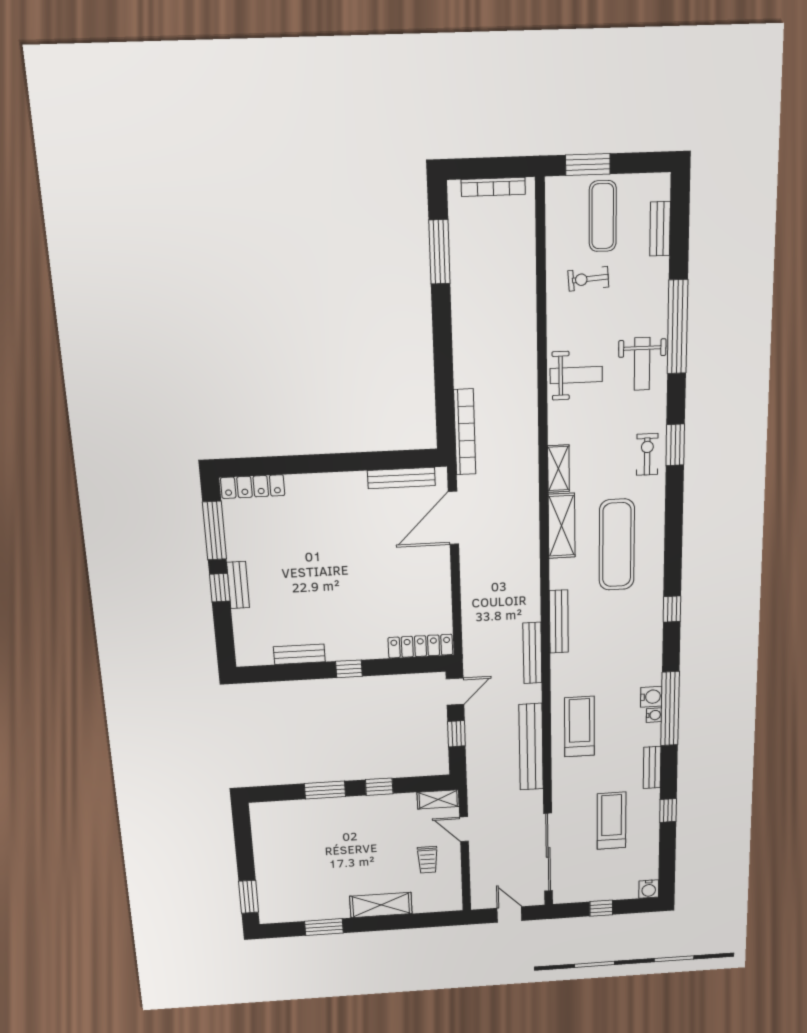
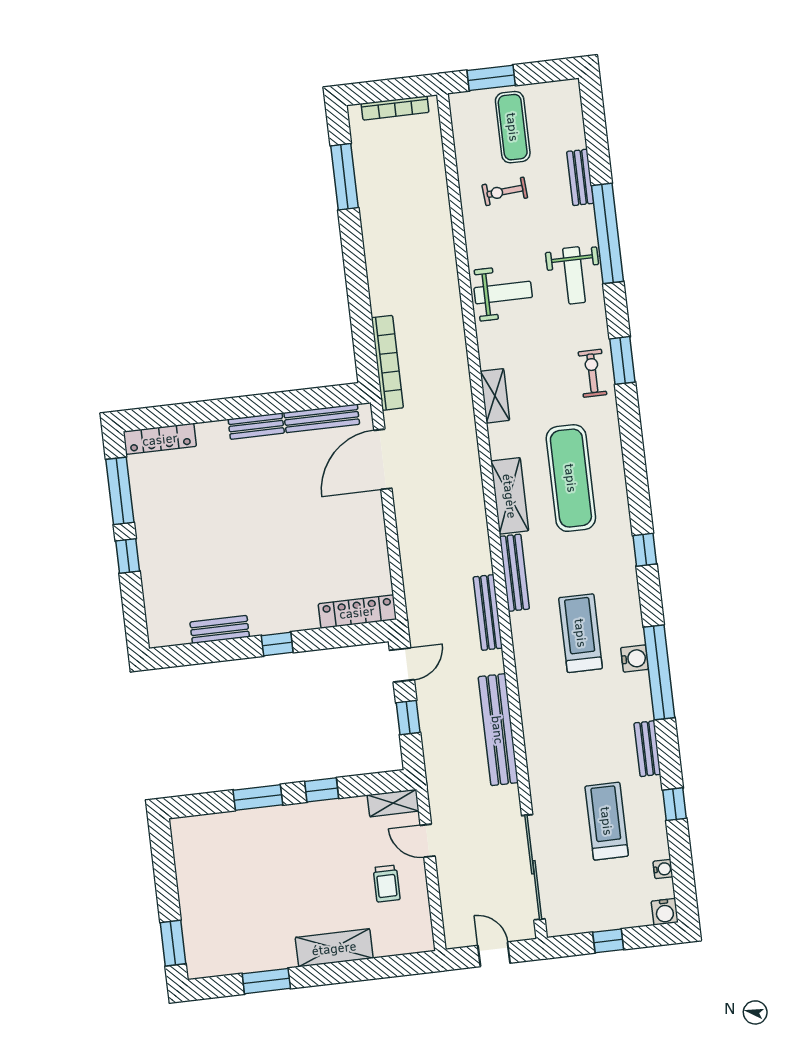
bench: (660, 229) -> (580, 177), moved
shelving: (562, 526) -> (510, 496), moved
bench: (238, 585) -> (256, 426), moved, turned 90
water cooler: (654, 715) -> (663, 869), moved
treadmill: (580, 727) -> (581, 633), moved

